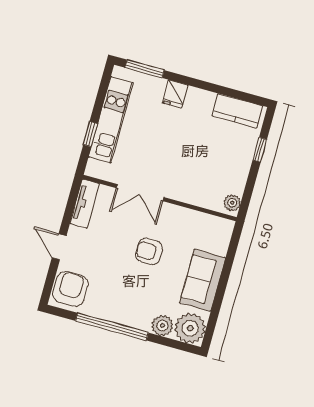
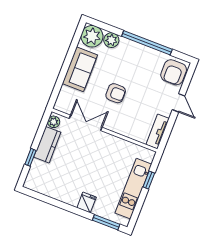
kitchen counter: (237, 111) -> (47, 145), moved, turned 90
double door: (140, 193) -> (86, 123), moved

